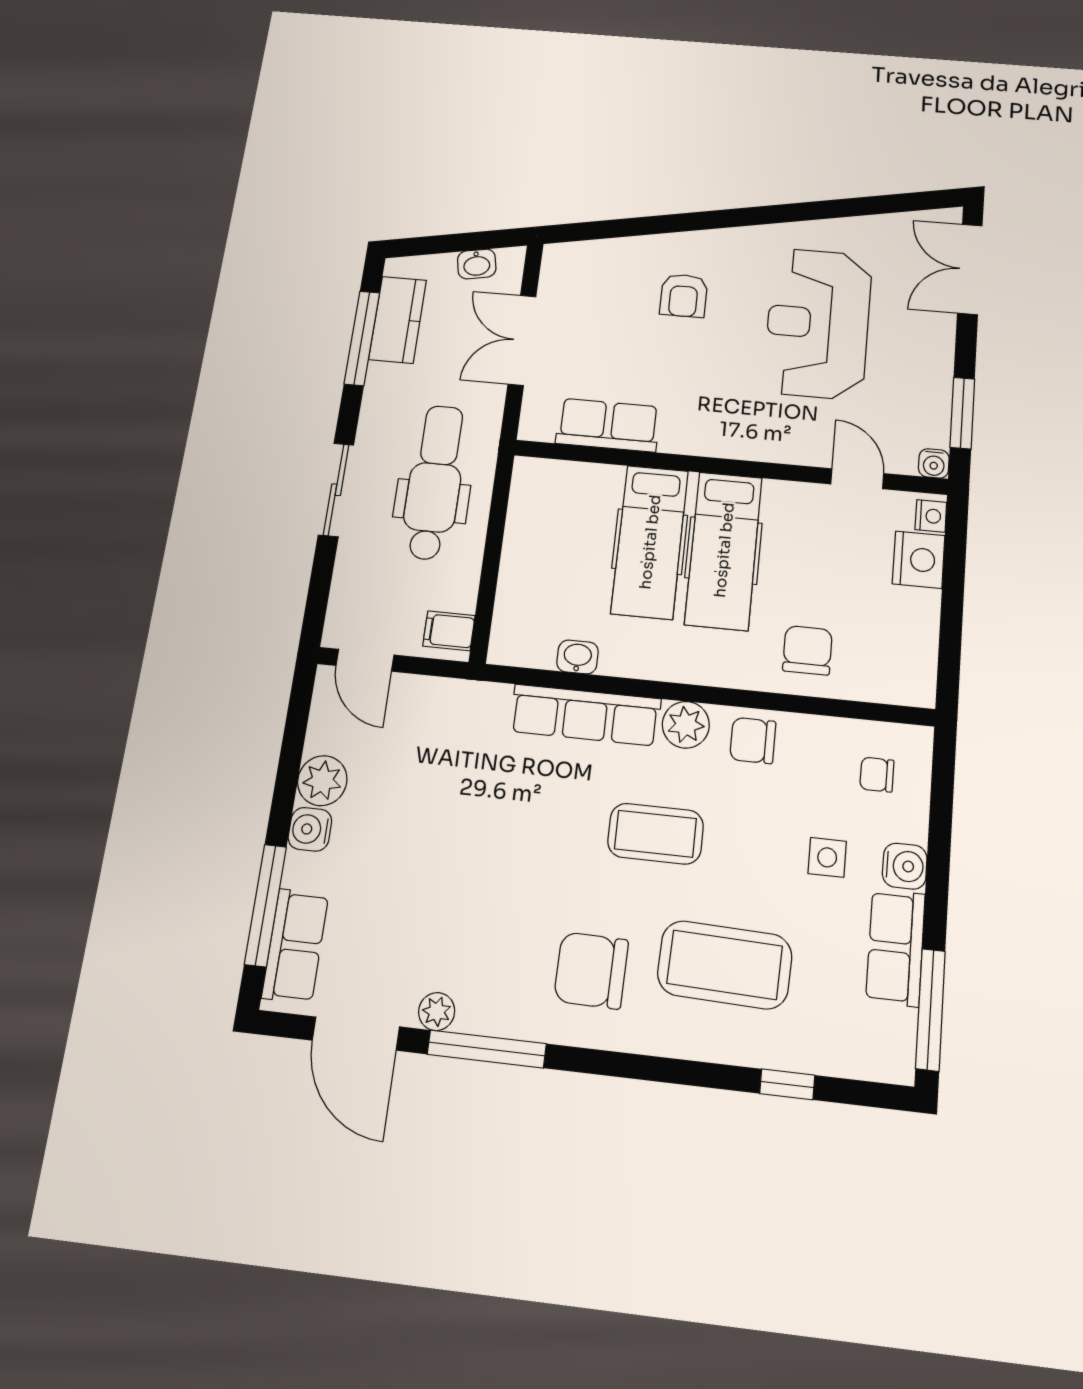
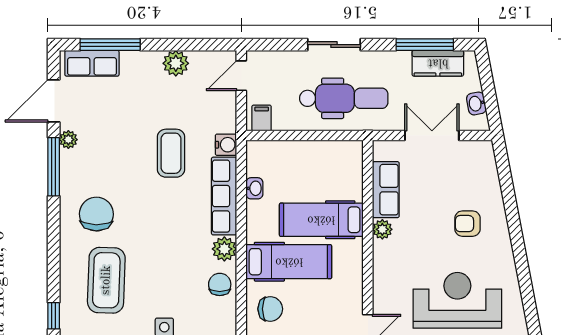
plant: (679, 437) -> (382, 229), added
hospital bed: (724, 550) -> (289, 262), moved, turned 180
water cooler: (310, 829) -> (226, 145), moved, turned 90
coffee table: (656, 834) -> (171, 153), moved

